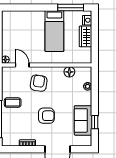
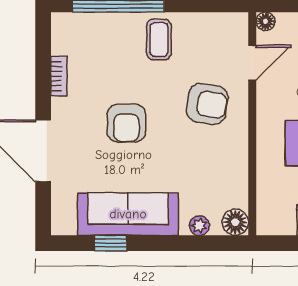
floor lamp: (69, 72) -> (235, 222), moved
sofa: (83, 120) -> (128, 214), width x1.36

